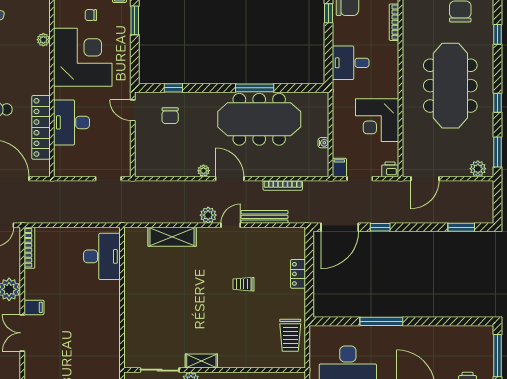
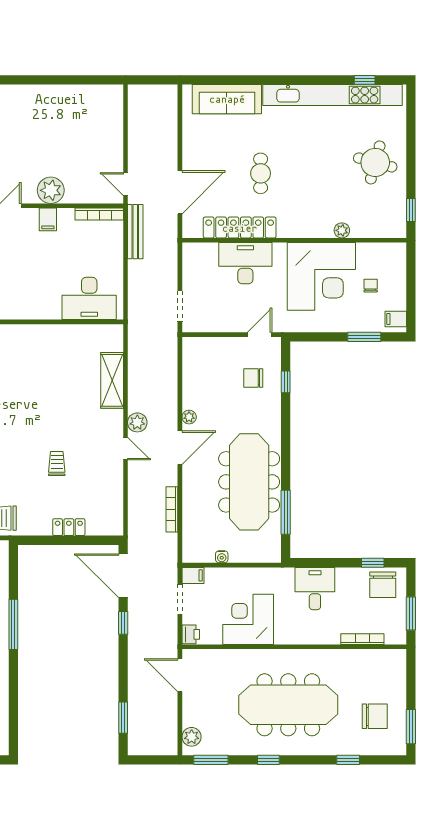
window: (255, 88) -> (286, 512), moved
bench: (264, 217) -> (135, 232), moved
filing cabinet: (34, 307) -> (48, 219), moved

